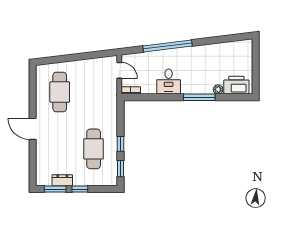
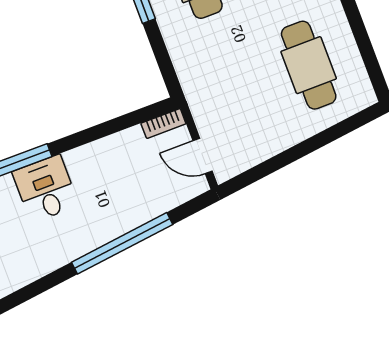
desk: (169, 82) -> (45, 189), moved

